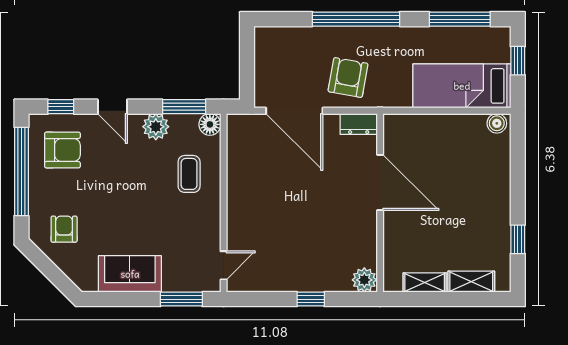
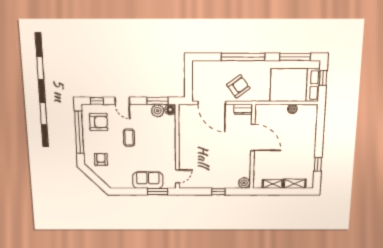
armchair: (348, 77) -> (238, 86), turned 44
bed: (462, 86) -> (295, 85), width x1.50
boiler: (497, 123) -> (292, 109), moved
plant: (156, 127) -> (158, 111), moved
coffee table: (189, 174) -> (129, 138), moved
sofa: (130, 274) -> (148, 180), moved

